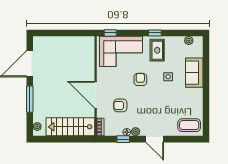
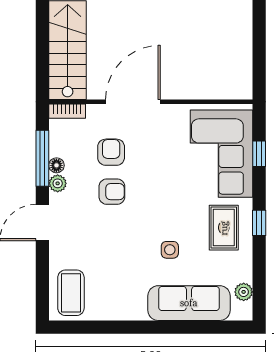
window: (110, 33) -> (259, 154), moved
rug: (157, 50) -> (224, 228), turned 90
sofa: (194, 73) -> (189, 303), width x1.36
armchair: (140, 79) -> (112, 192), moved
window: (123, 139) -> (42, 158), width x2.17

